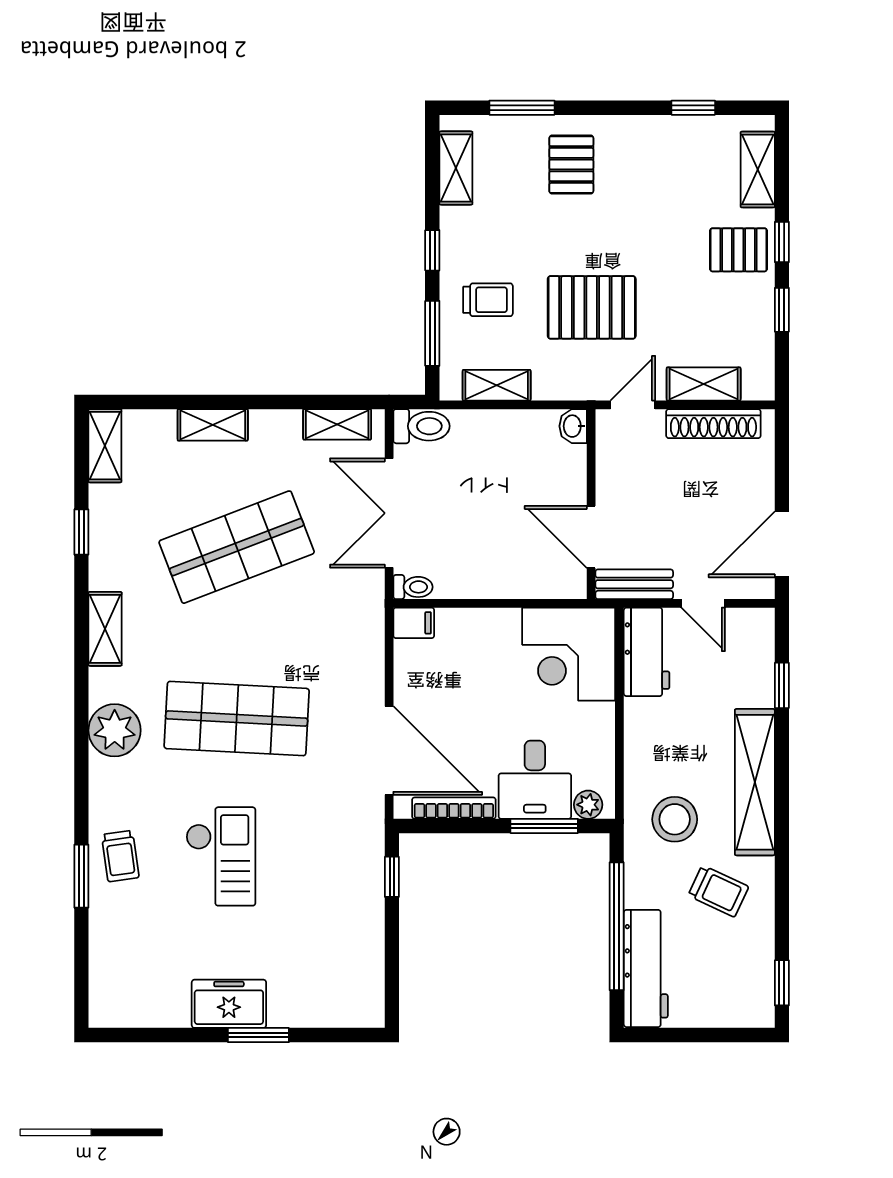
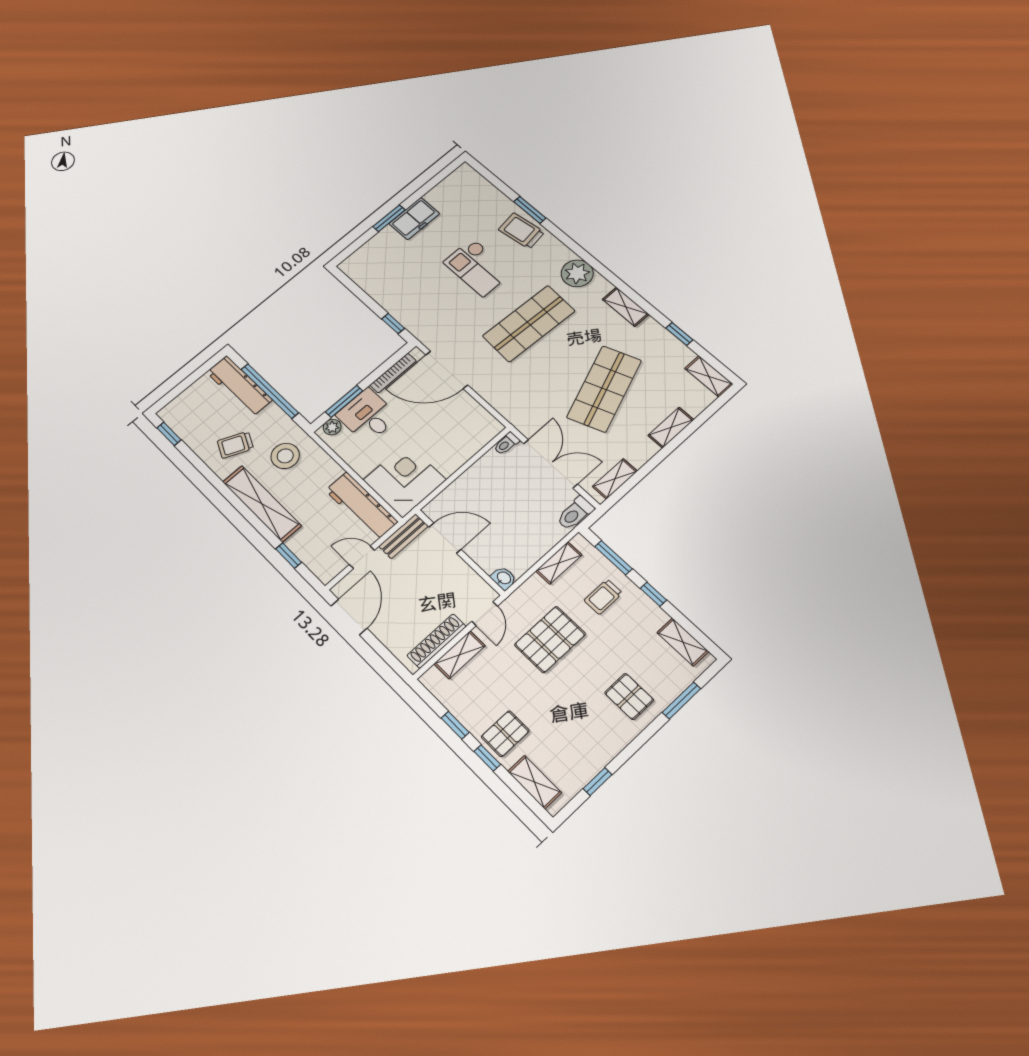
filing cabinet: (414, 623) -> (490, 429), removed
workbench: (647, 652) -> (361, 506), width x1.38
trolley: (120, 856) -> (521, 231), width x1.36, depth x1.39

